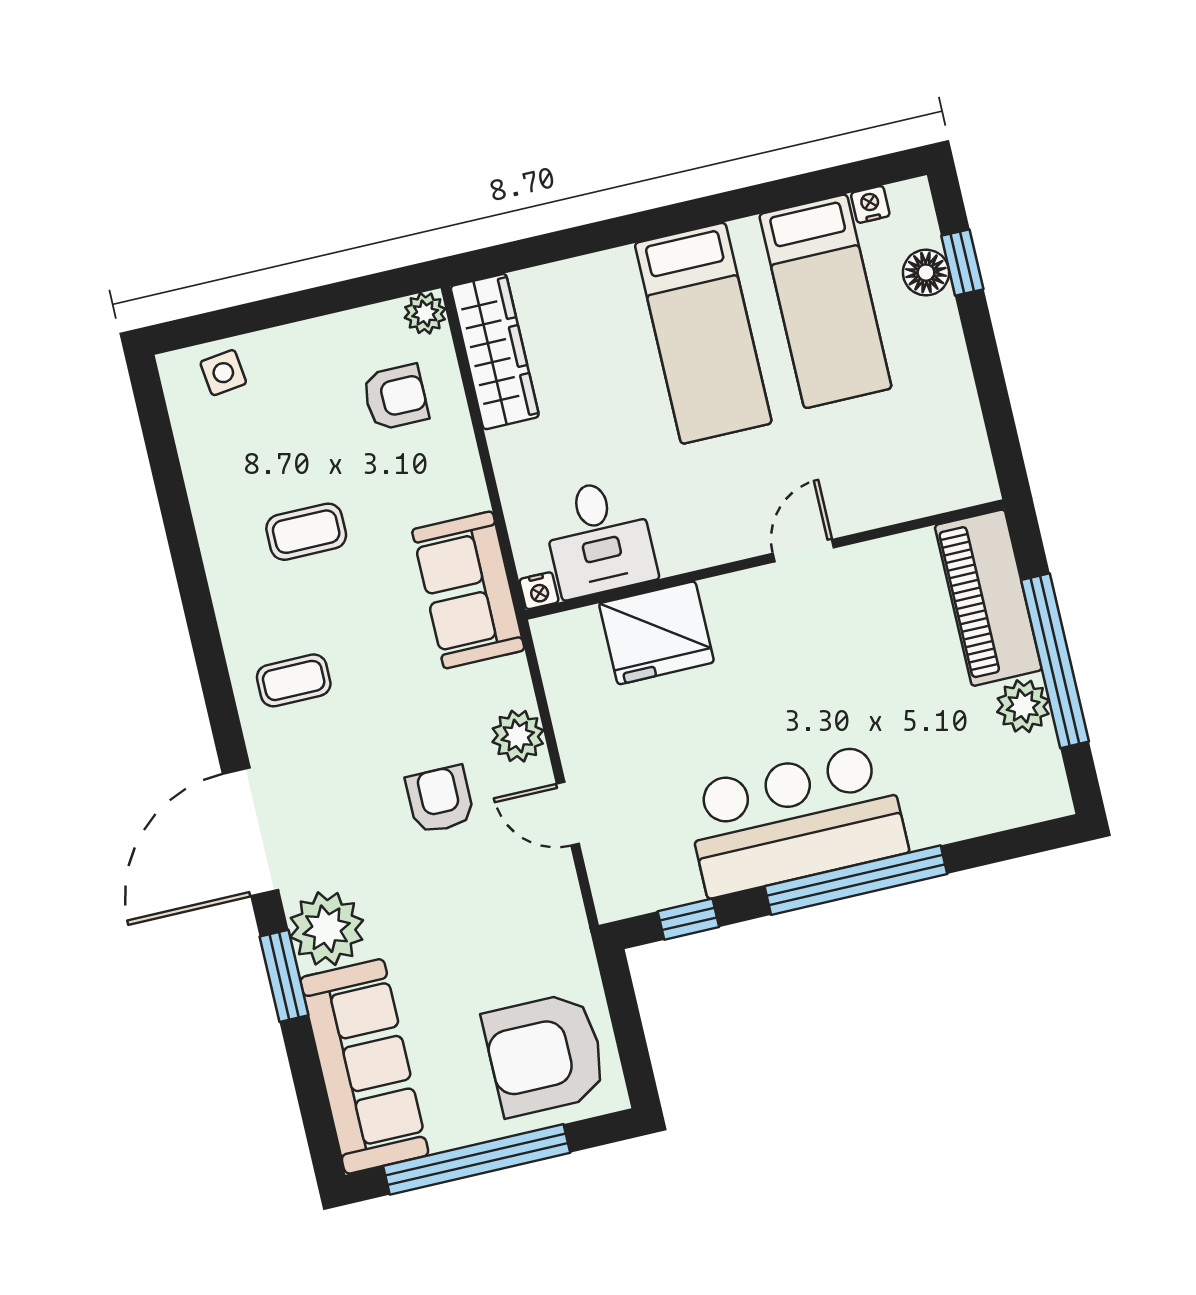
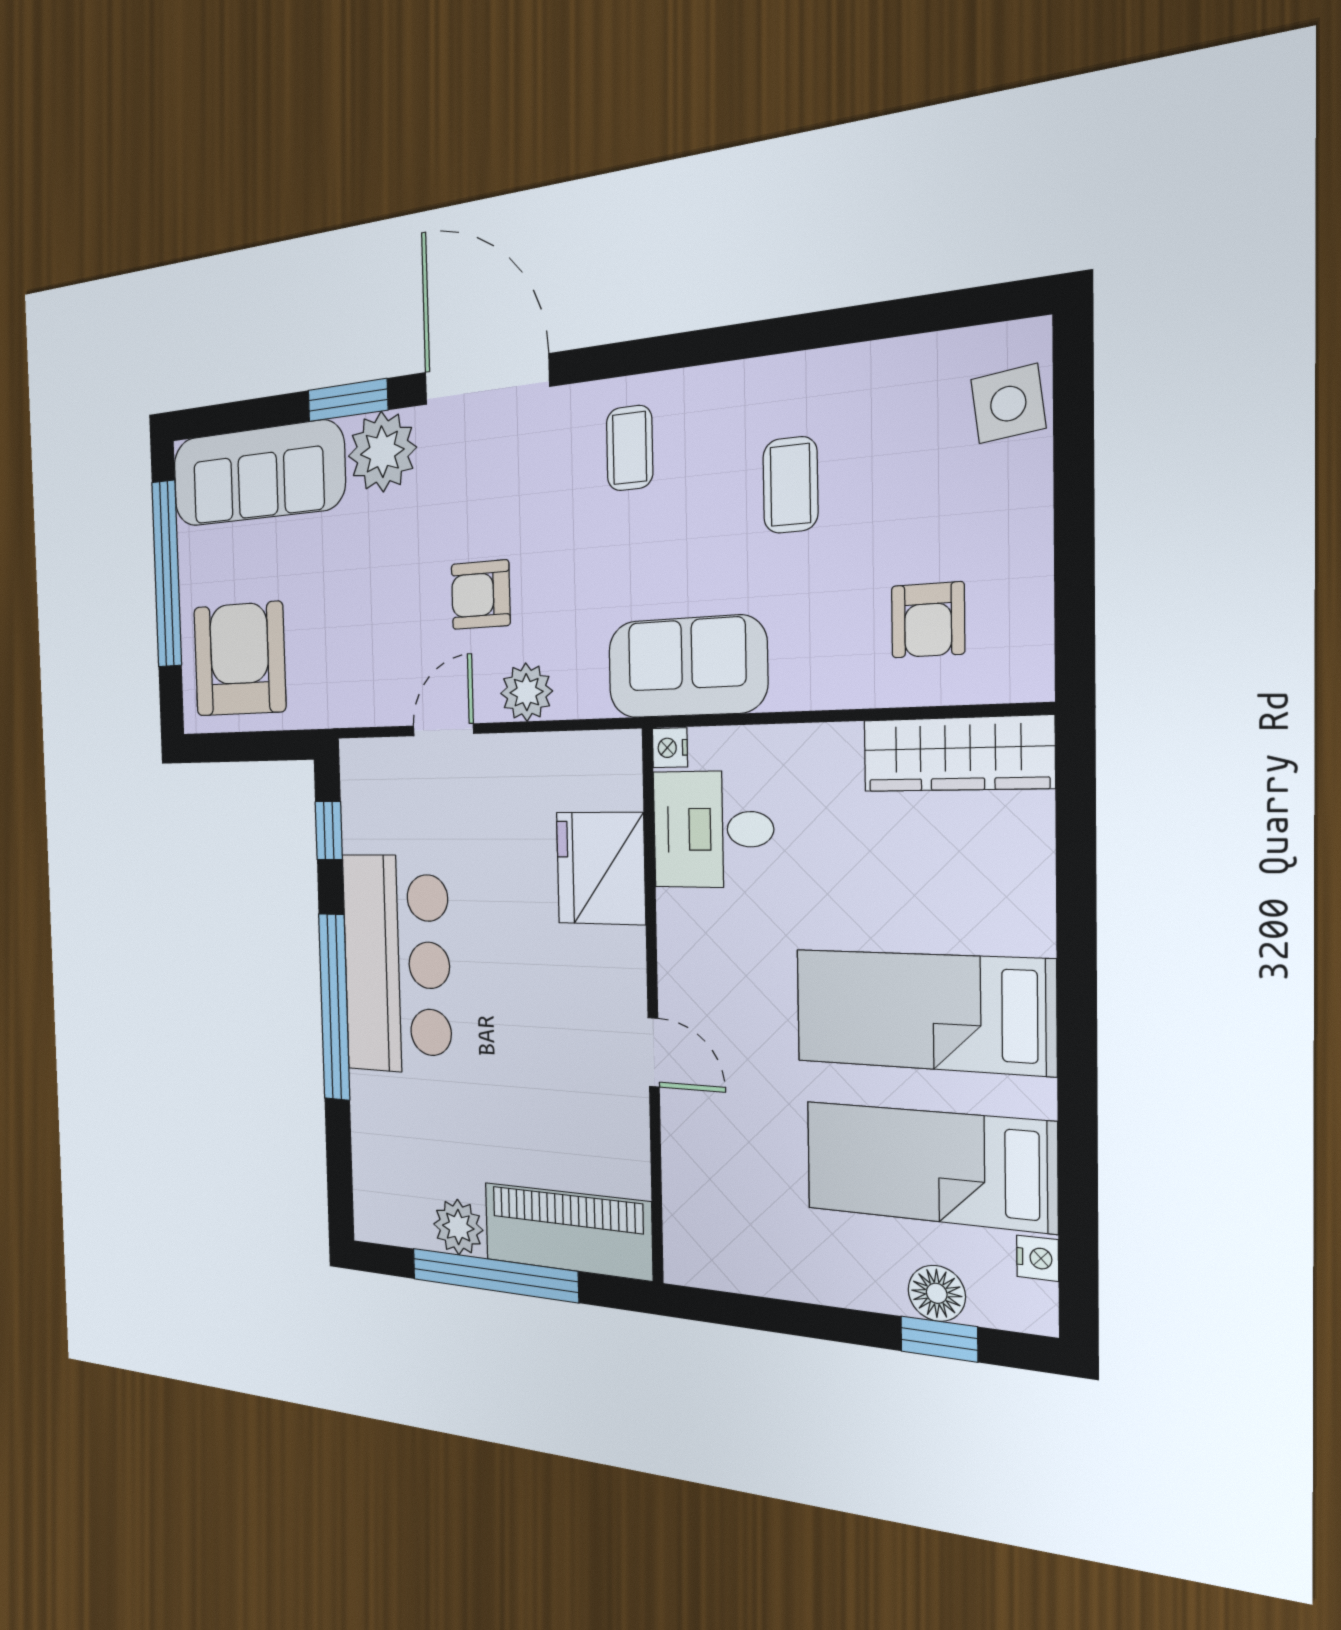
plant: (425, 313) -> (1027, 676), removed
side table: (223, 373) -> (1008, 404), width x1.37, depth x1.37
armchair: (440, 799) -> (481, 595), turned 180

